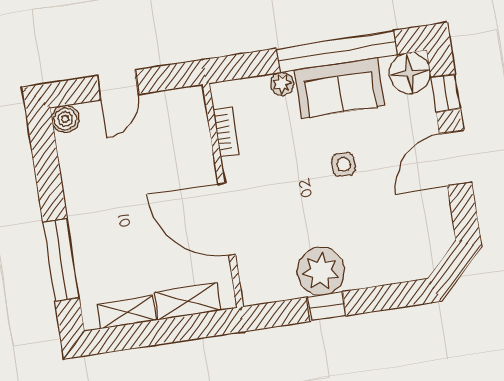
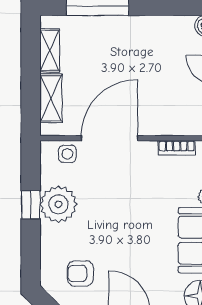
side table: (343, 165) -> (67, 154), moved
armchair: (404, 230) -> (80, 273), added

